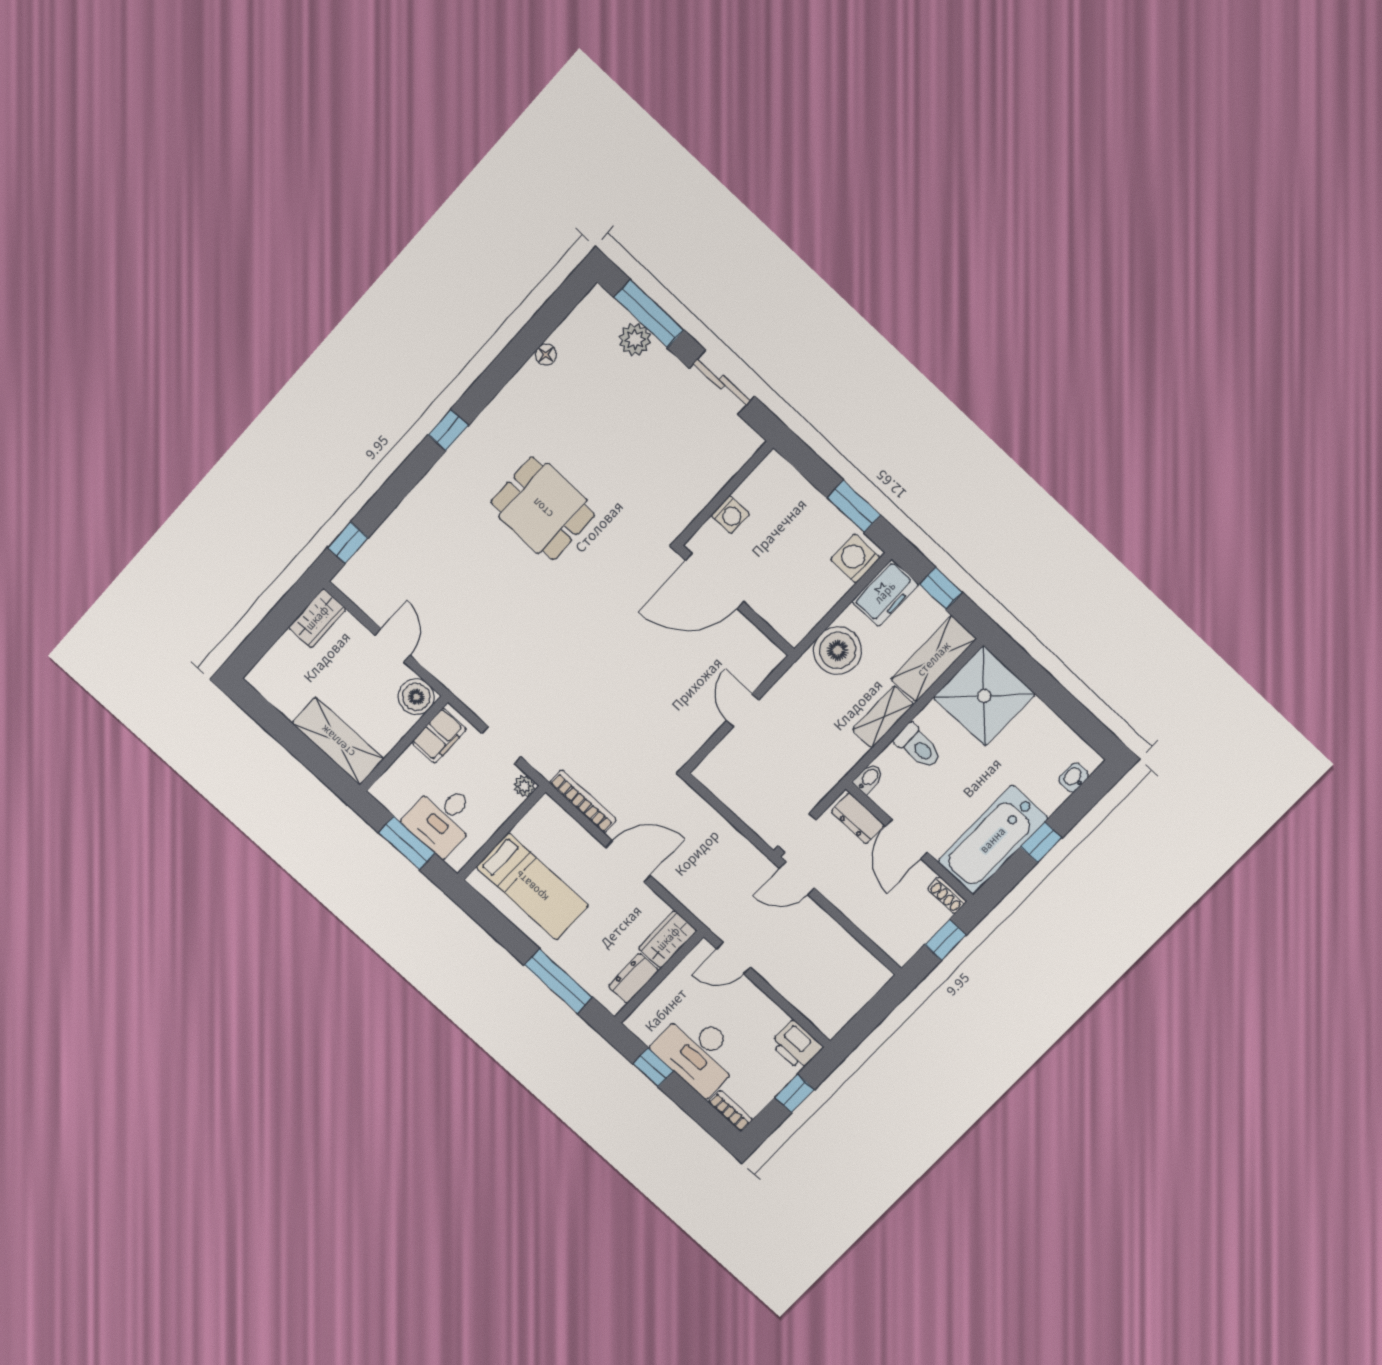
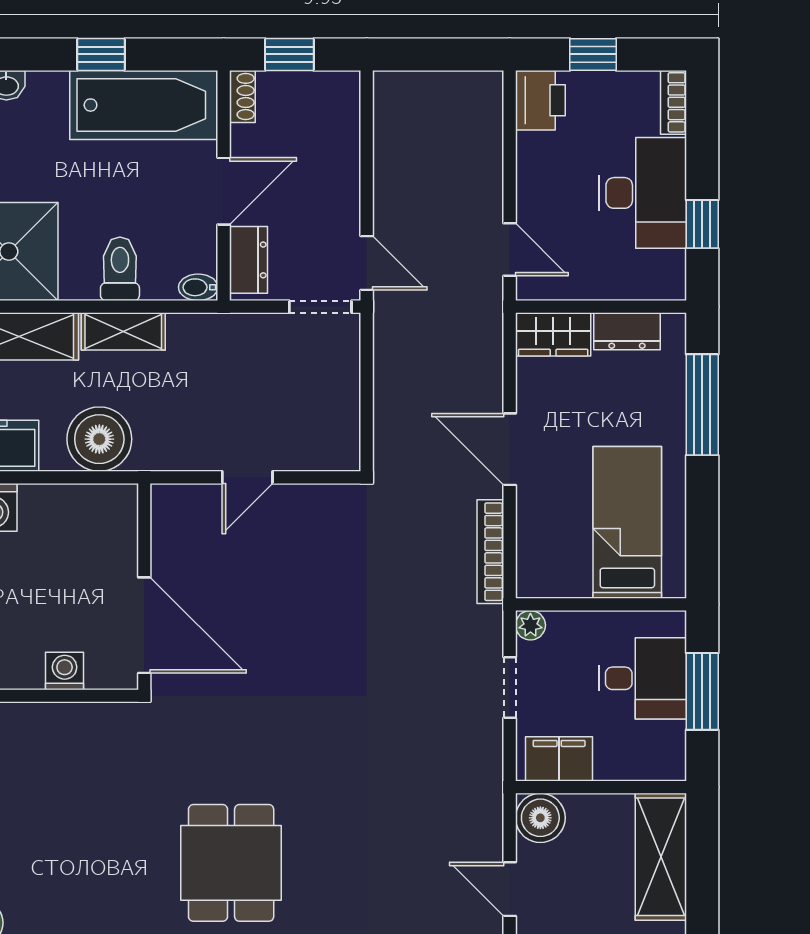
door: (393, 645) -> (510, 889), hinge flipped

